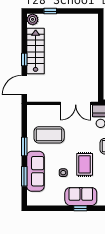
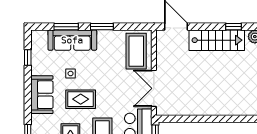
window: (24, 59) -> (234, 27), moved
coffee table: (49, 135) -> (136, 51), moved
window: (80, 208) -> (28, 57), moved

